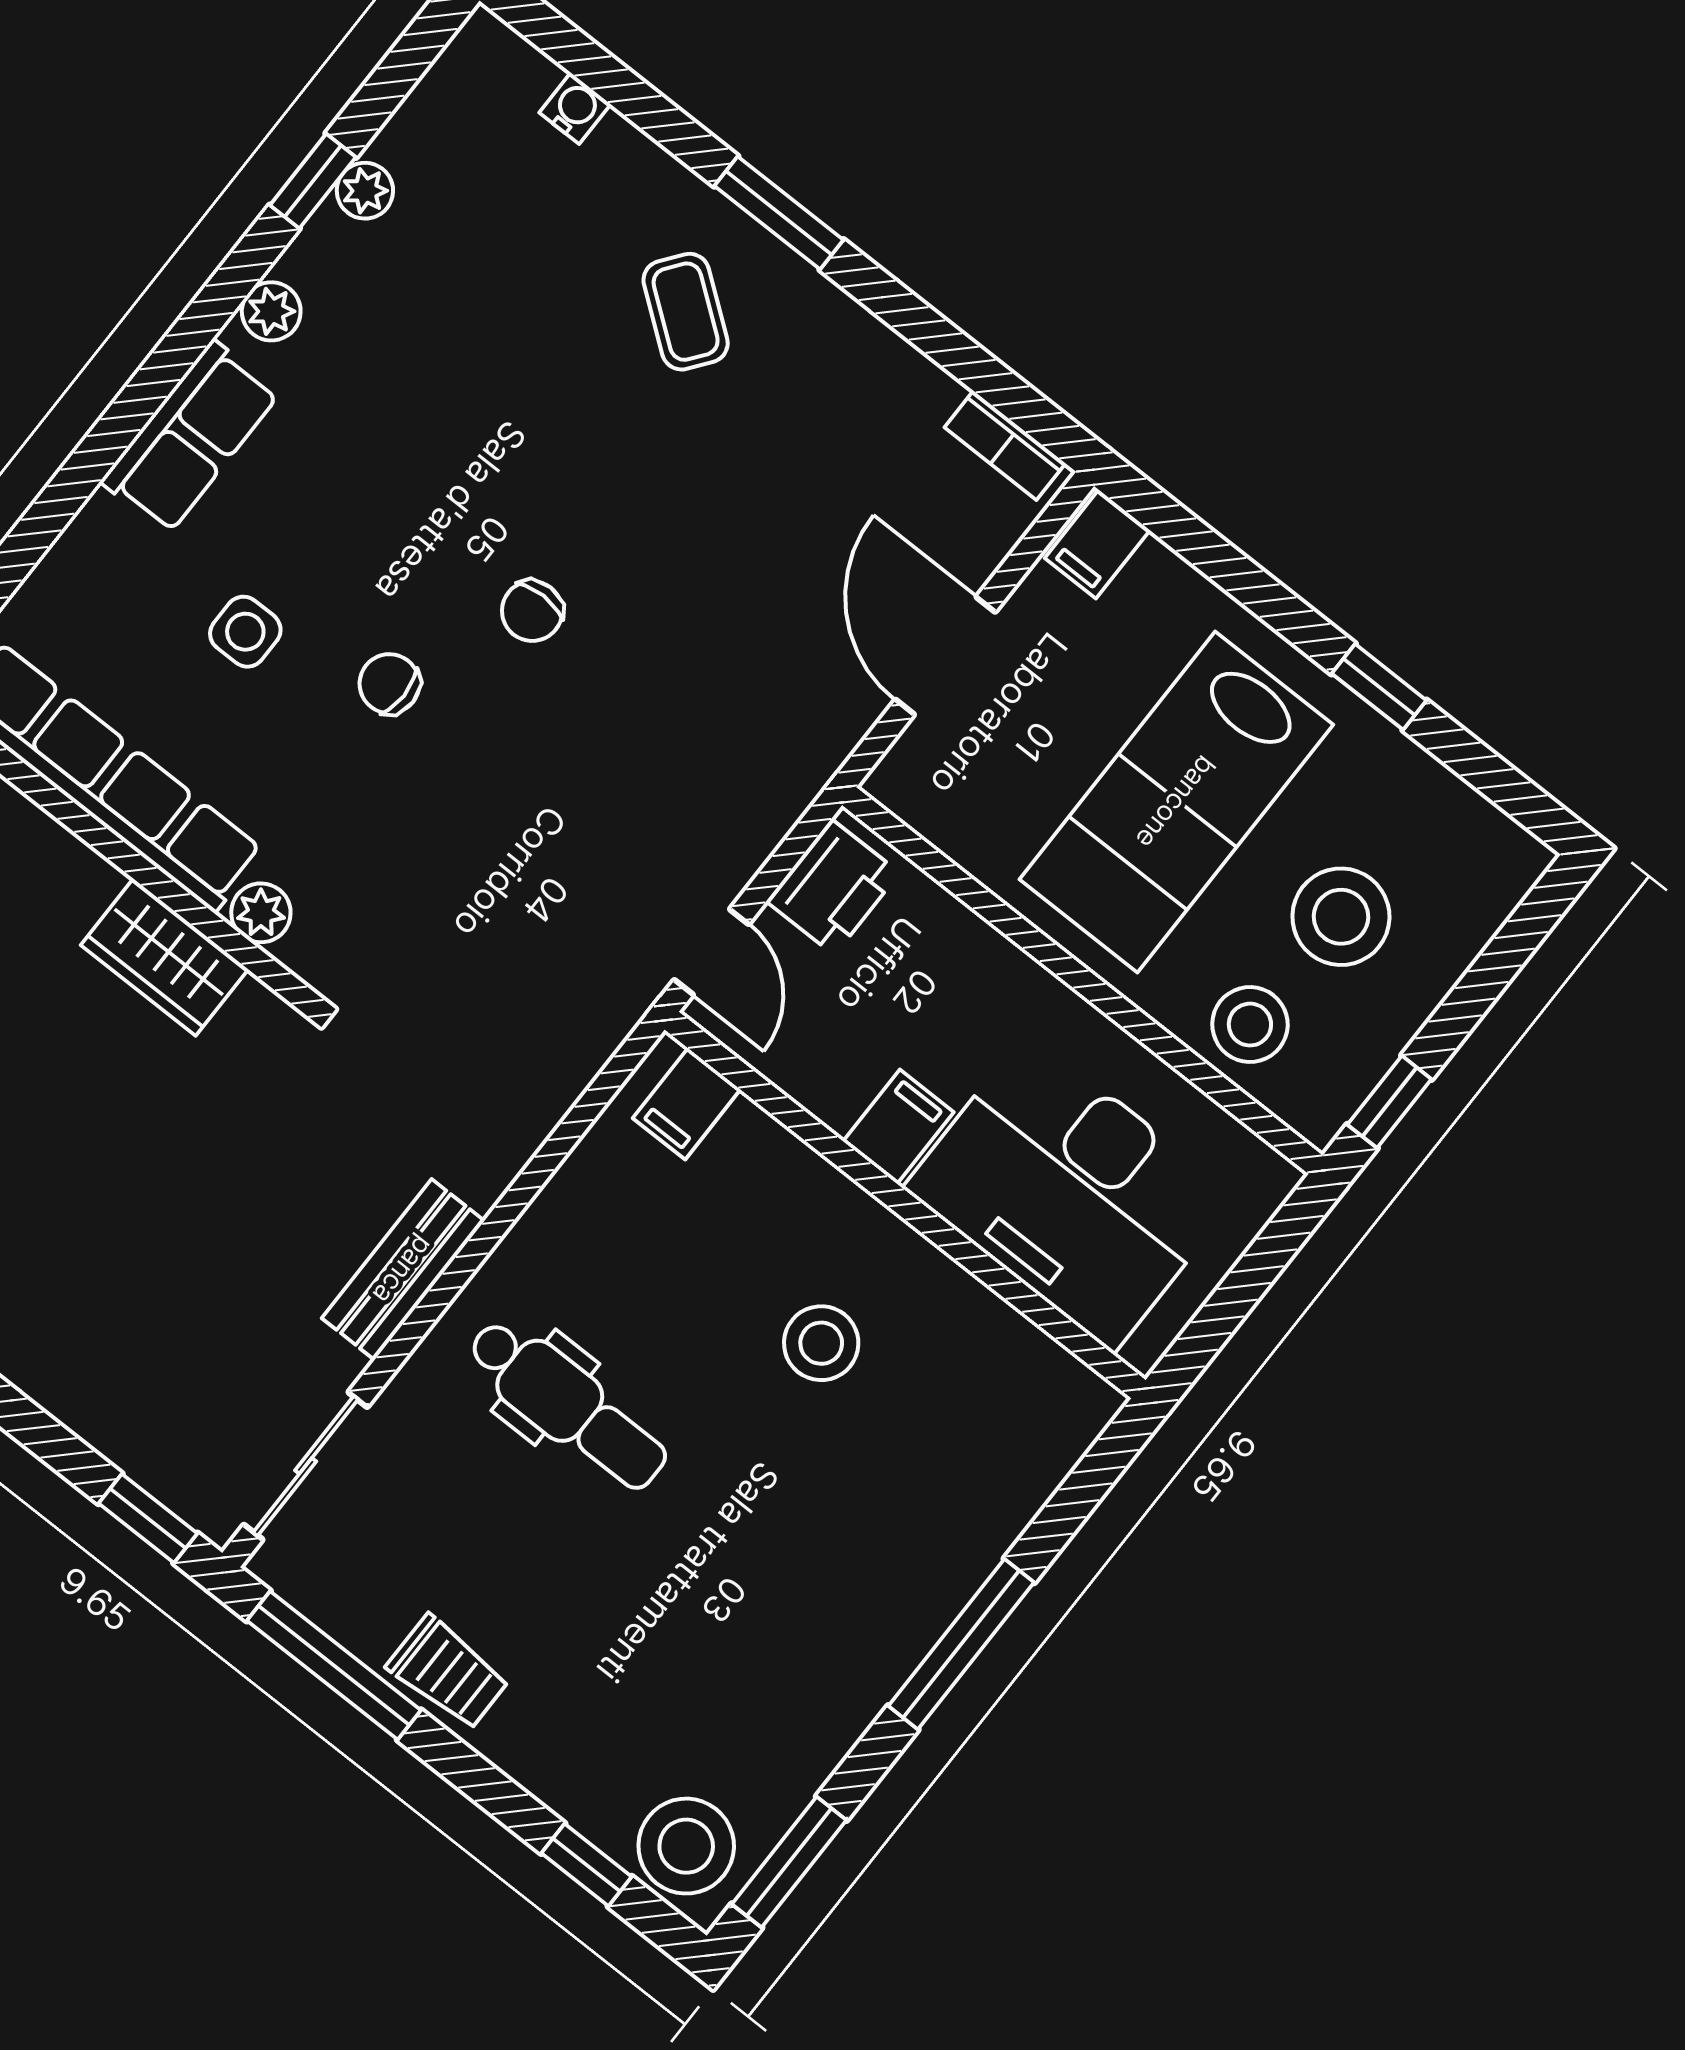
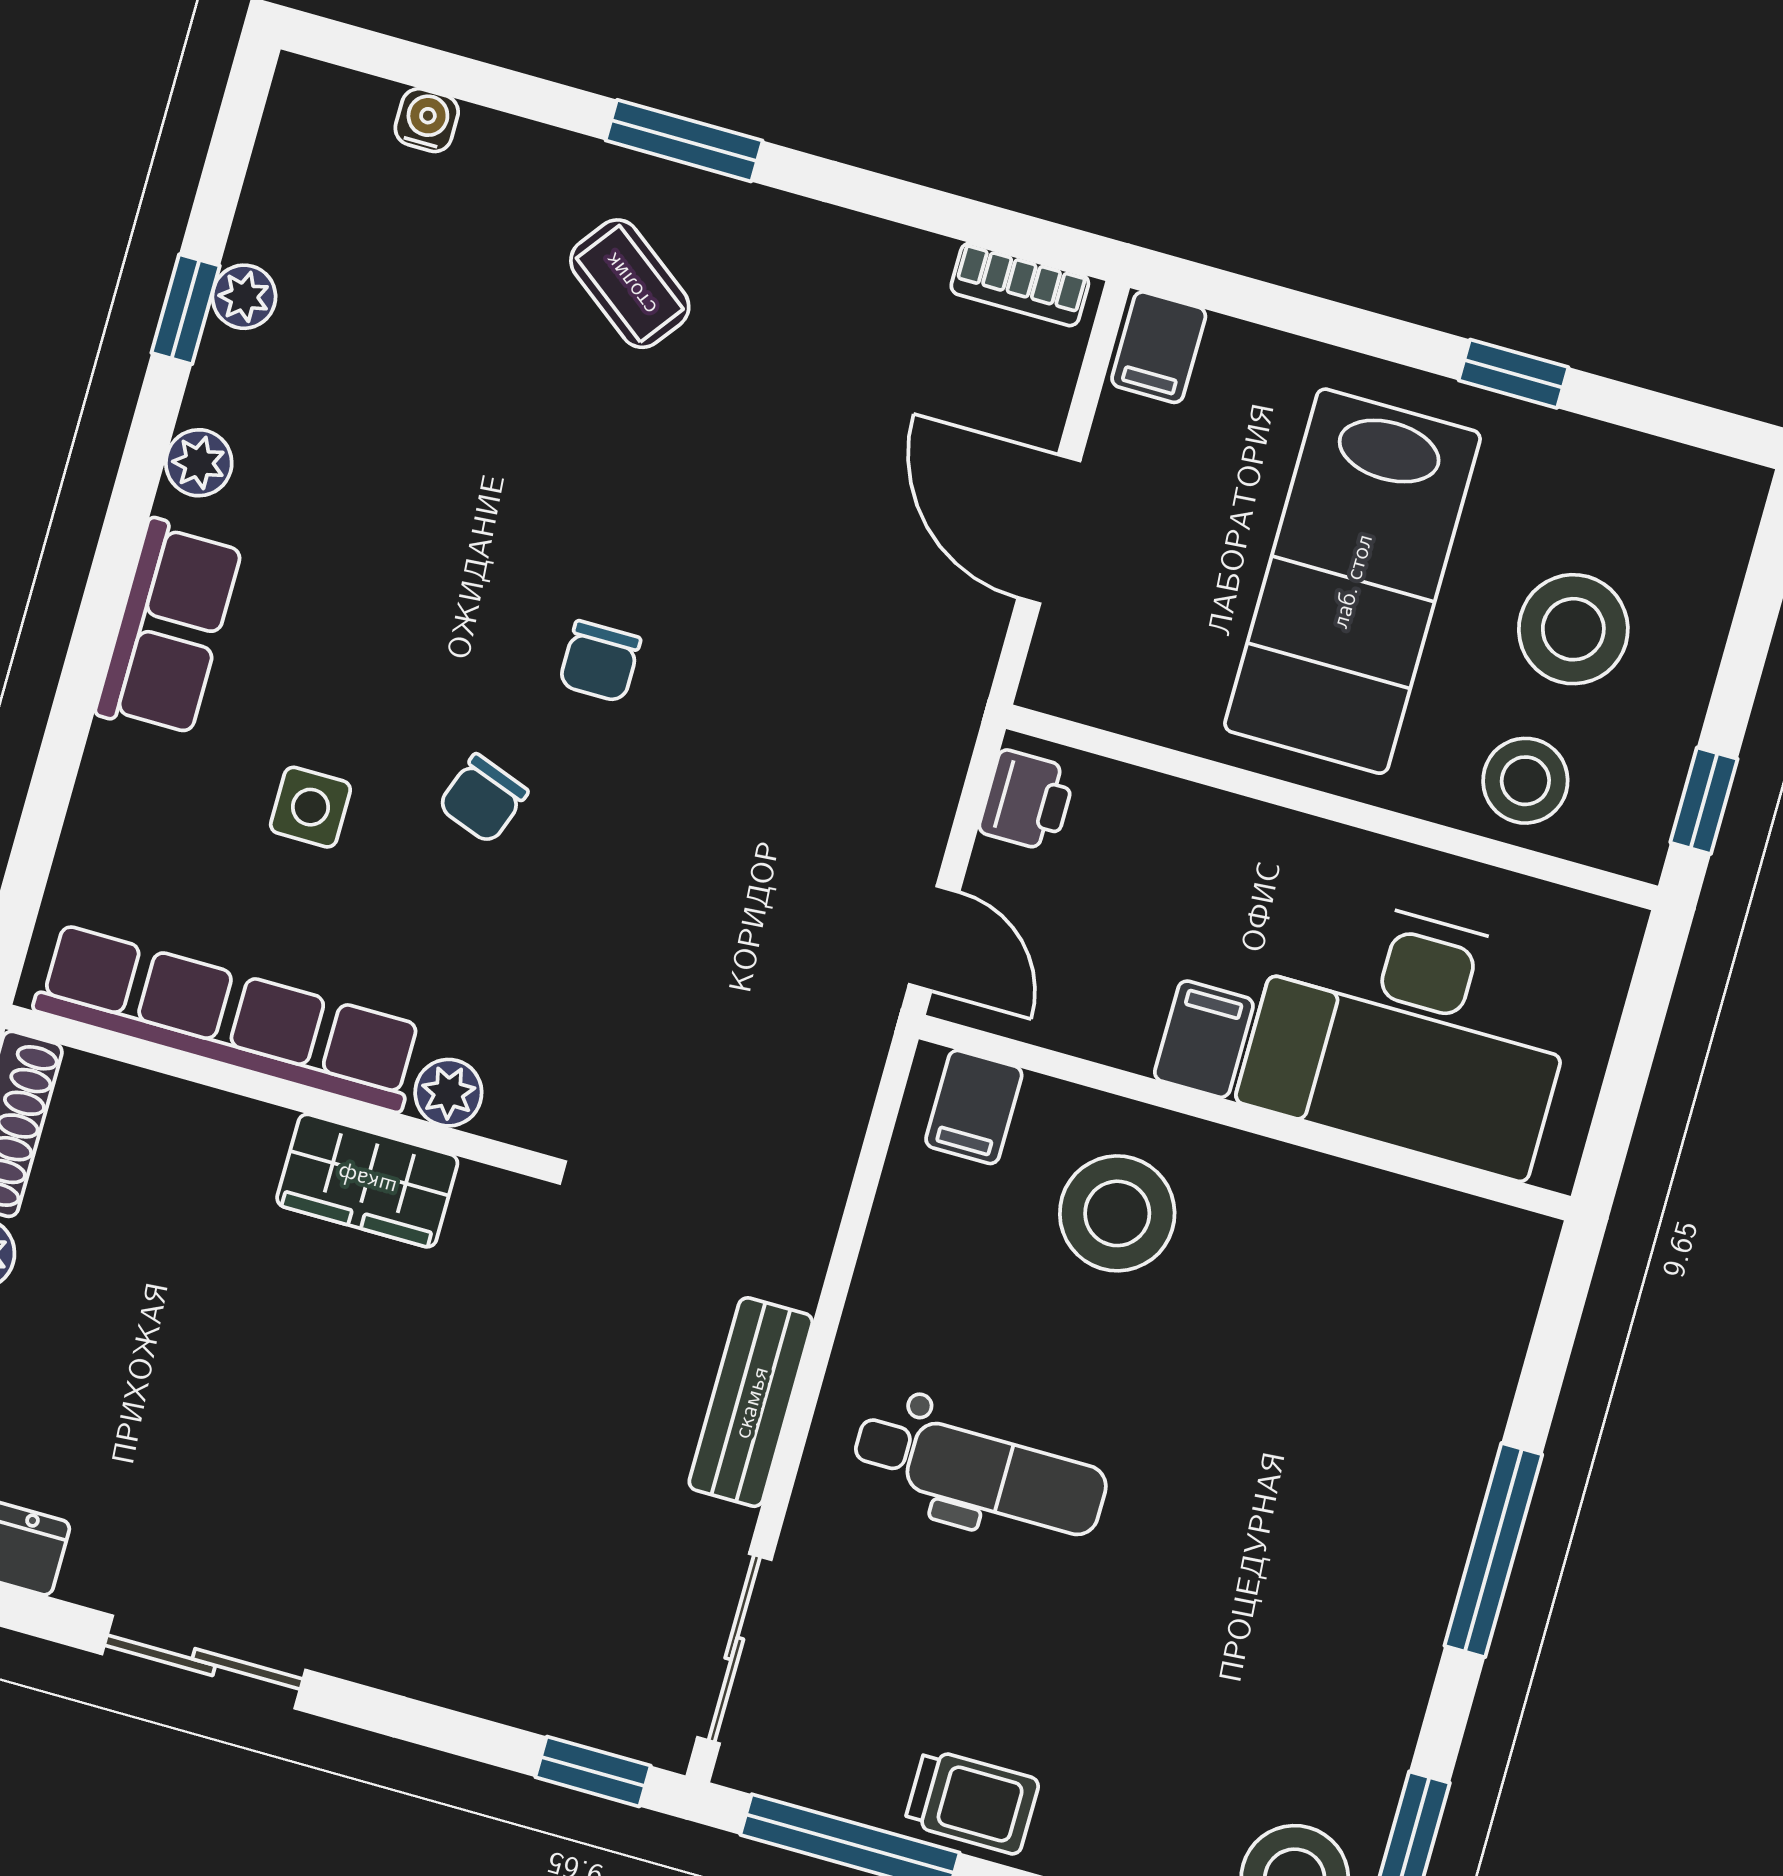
chair: (389, 684) -> (483, 799), turned -70
printer: (833, 887) -> (1027, 800), width x0.73, depth x0.81
stool: (821, 1343) -> (1117, 1213), moved, width x1.38, depth x1.38

